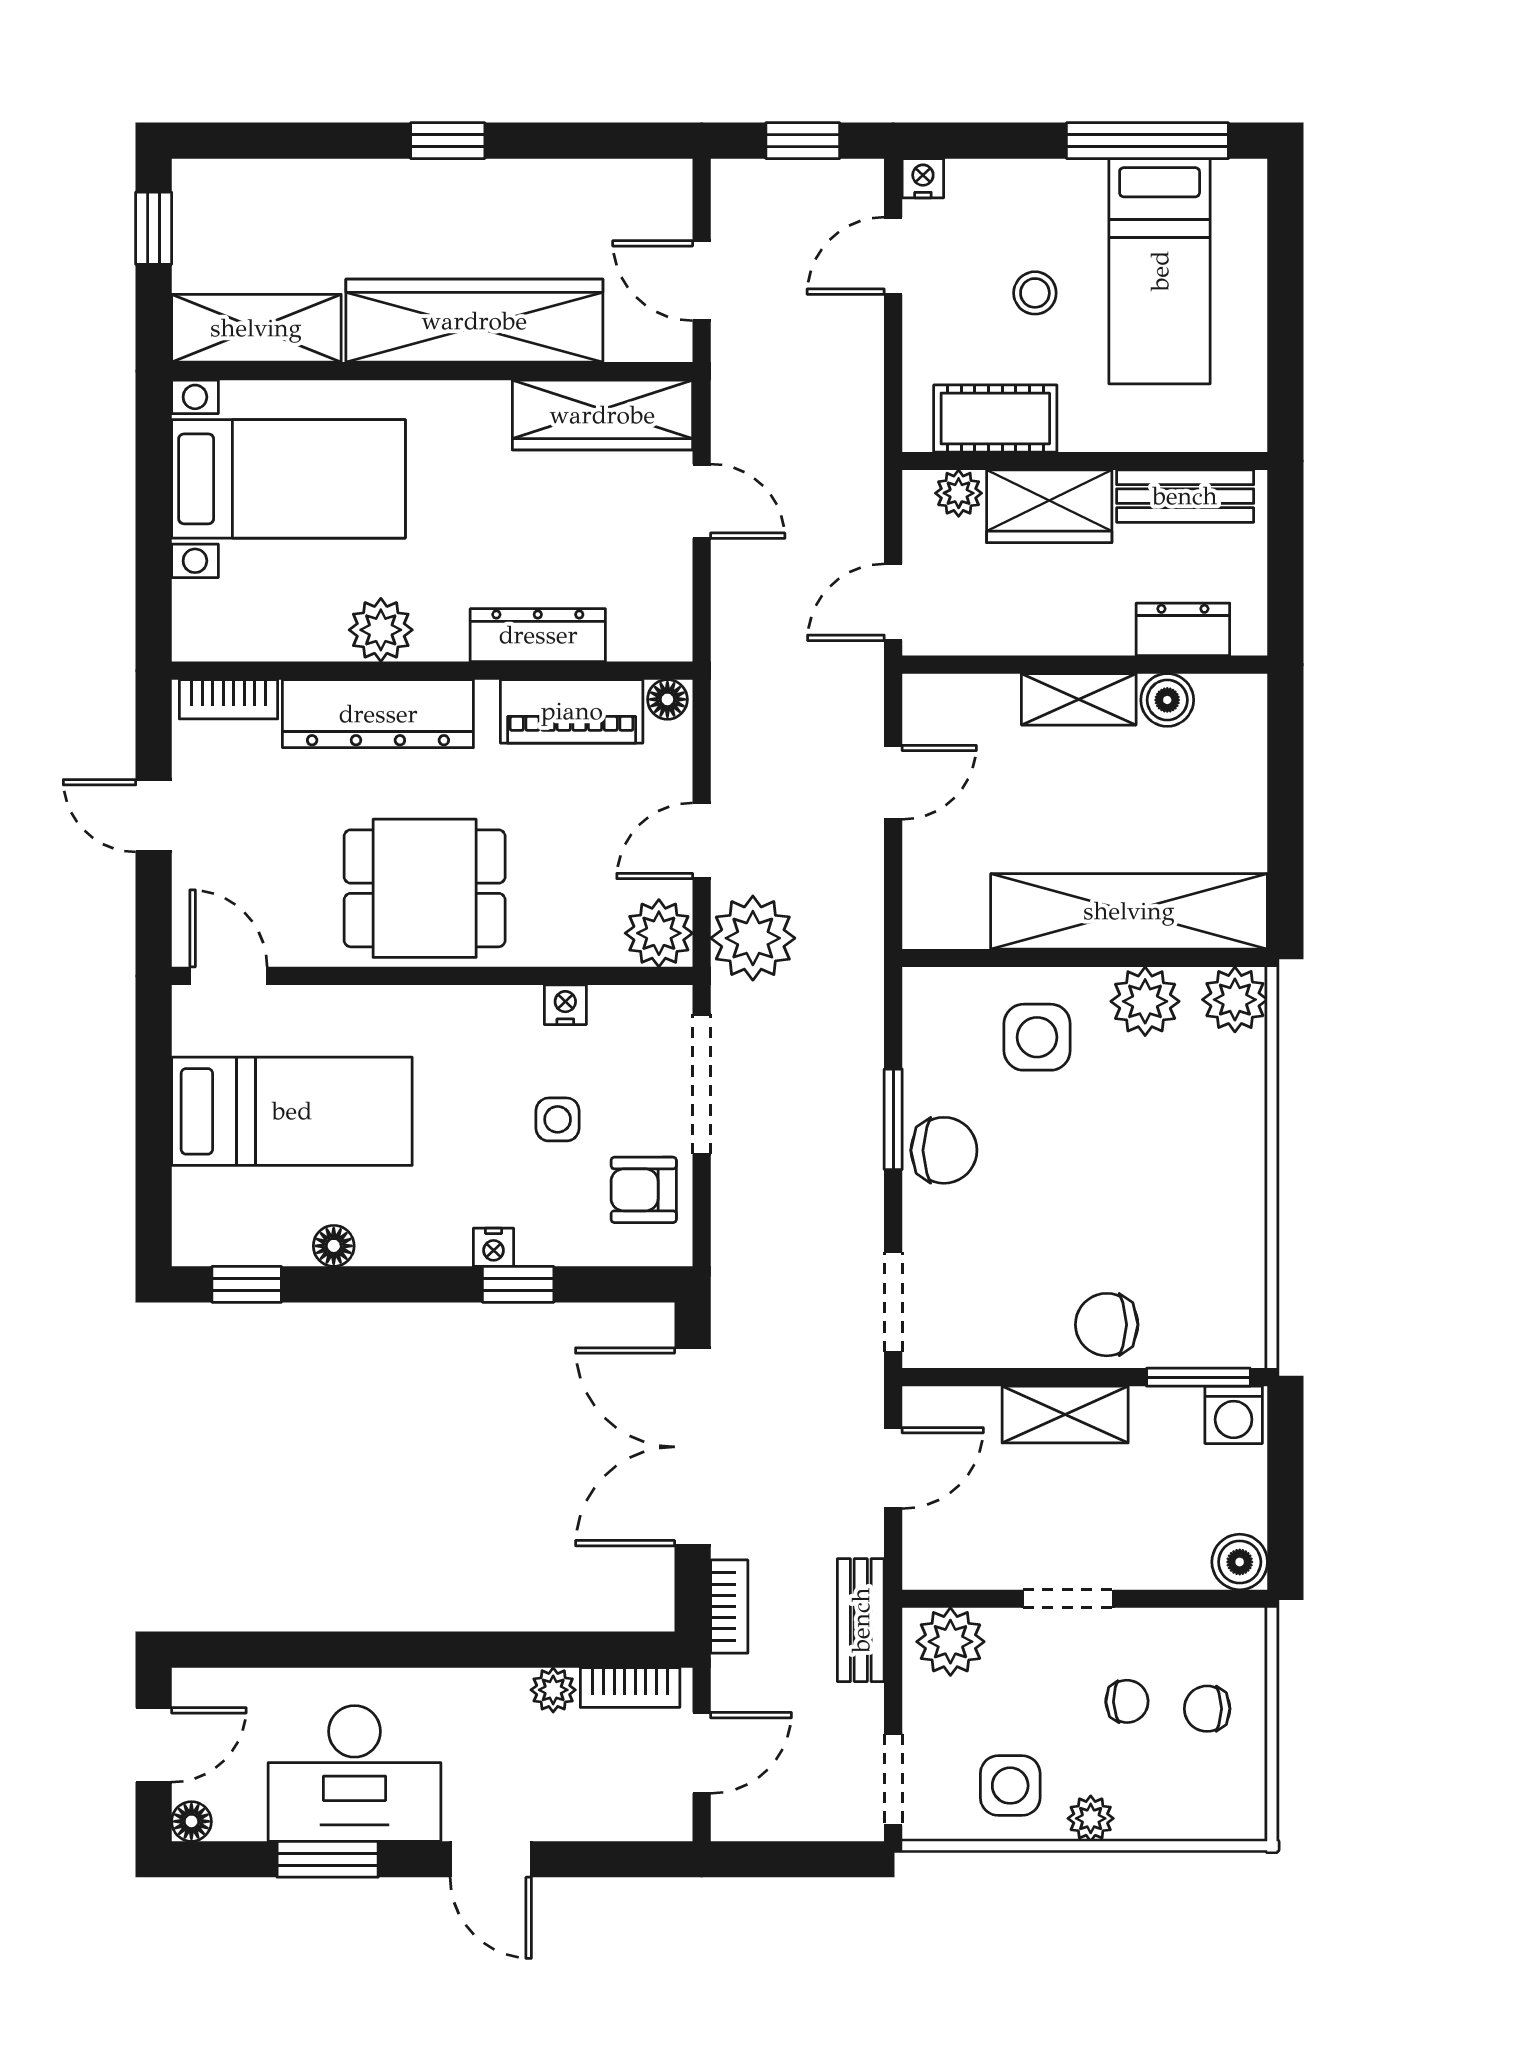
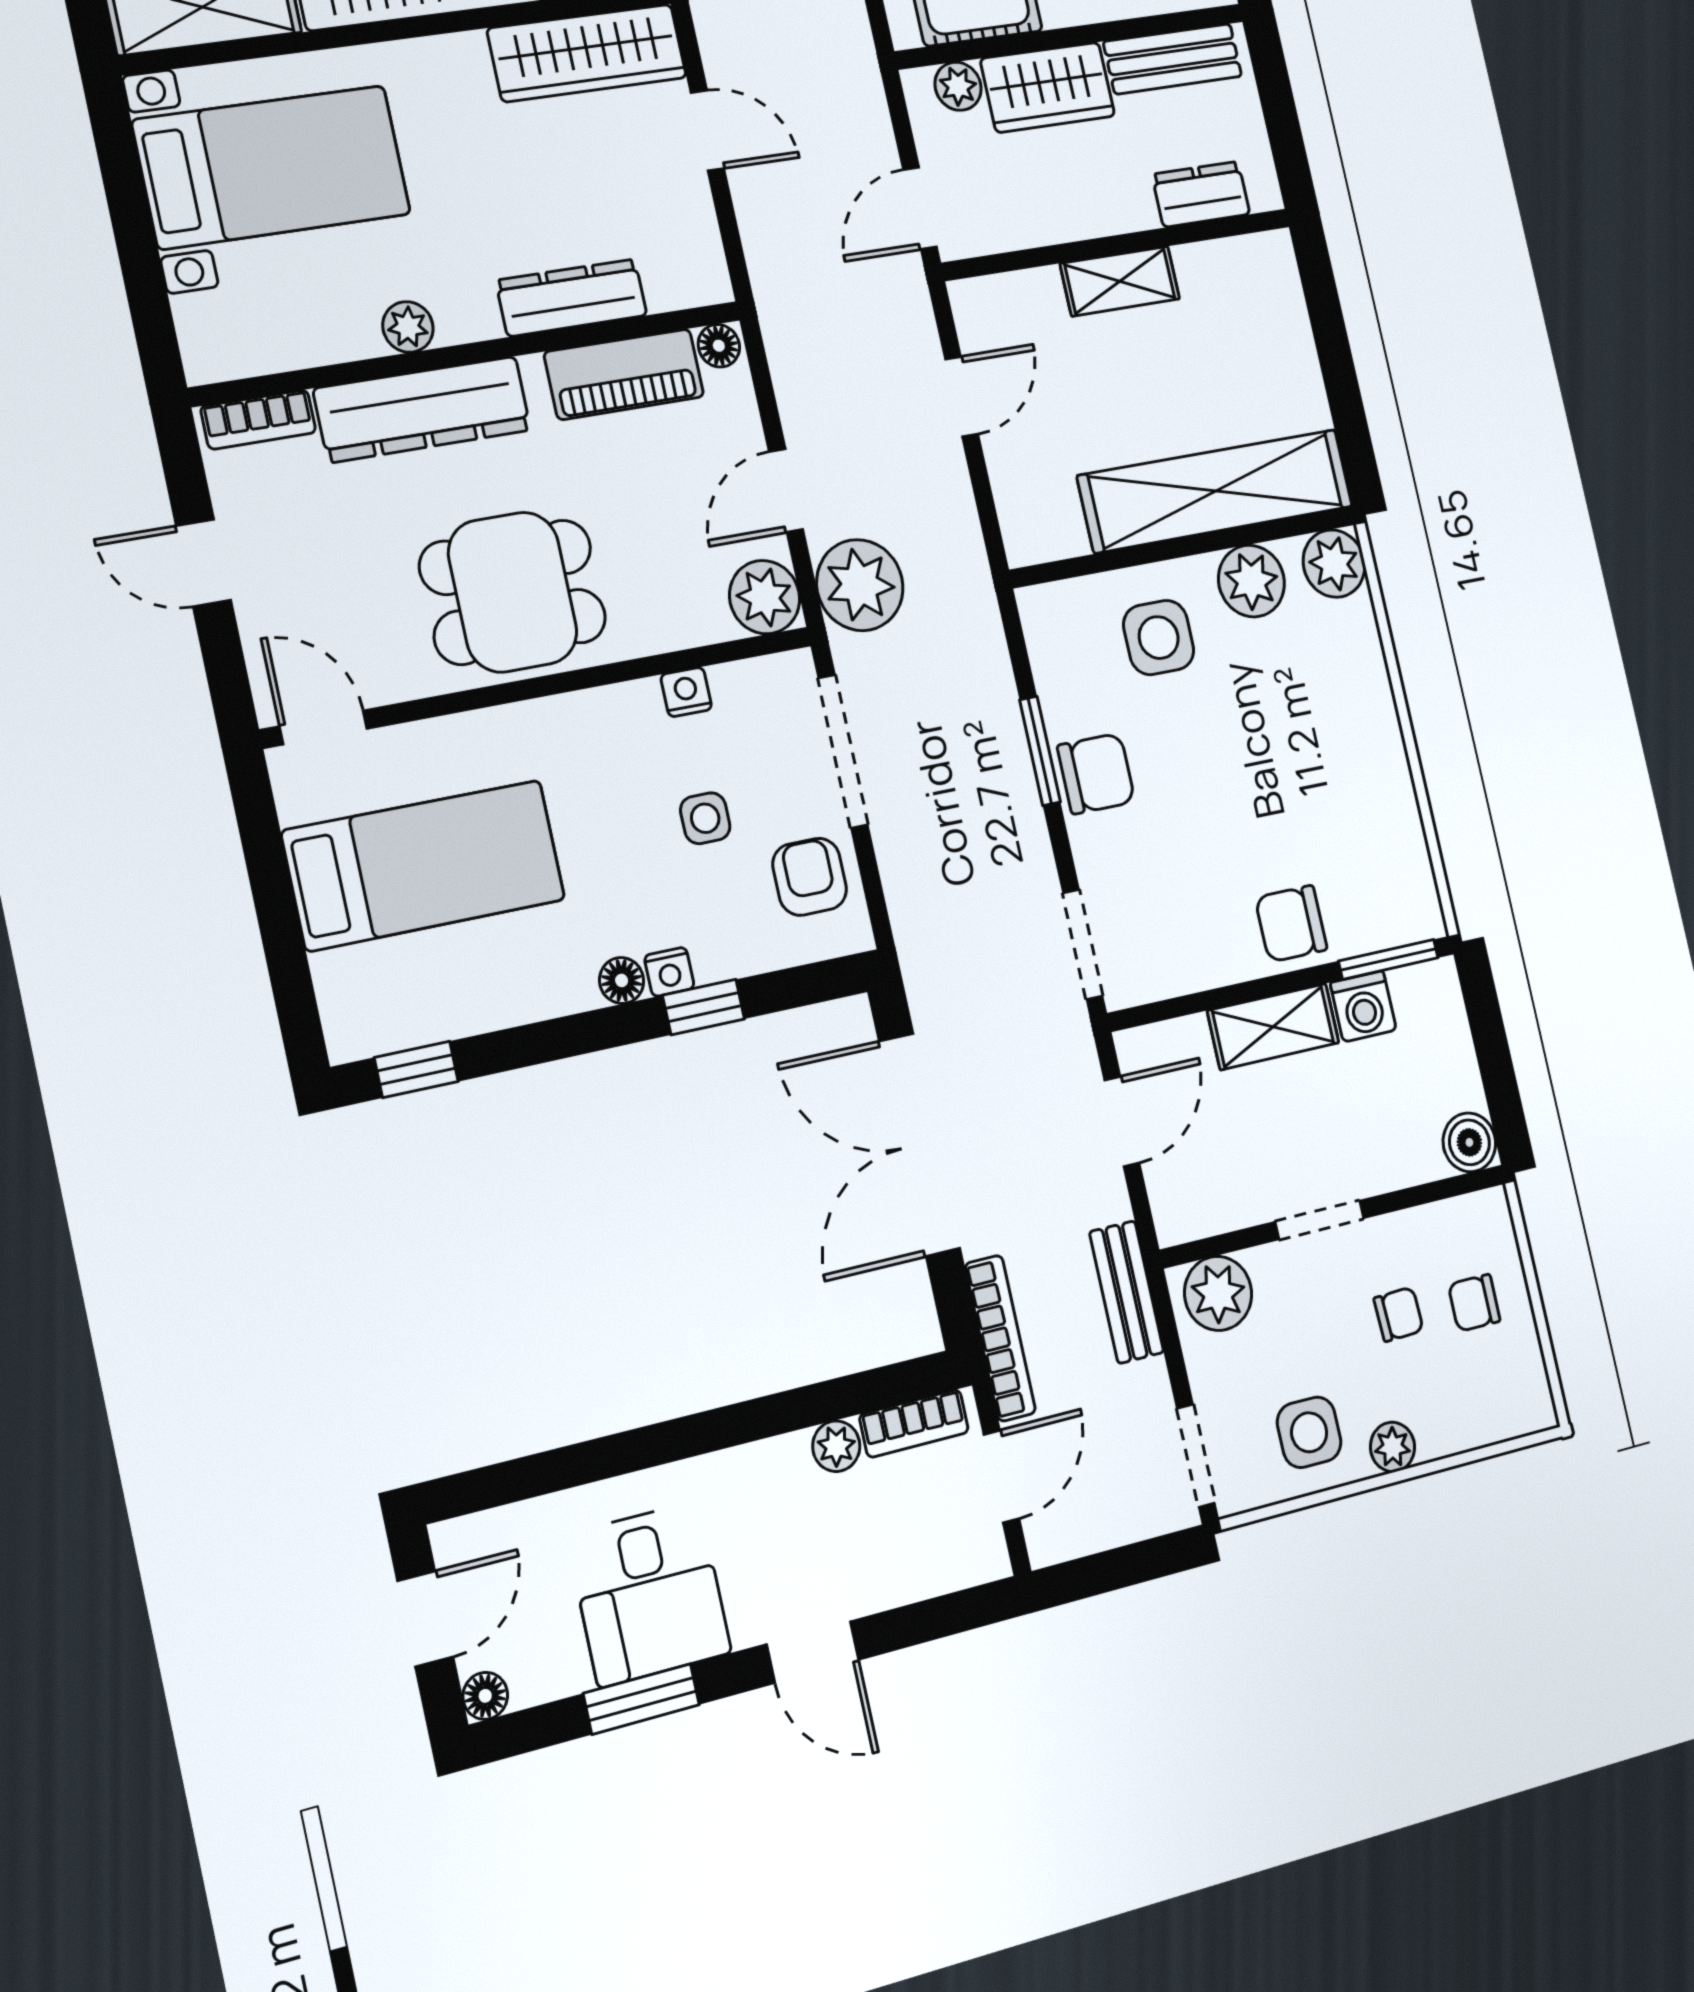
plant: (381, 630) -> (408, 327), width x0.73, depth x0.73
boiler: (1167, 700) -> (1203, 269), removed
armchair: (644, 1190) -> (810, 877), turned 90
floor lamp: (334, 1246) -> (622, 980), moved
washing machine: (1234, 1415) -> (1363, 1006), moved
bookcase: (729, 1607) -> (1000, 1338), width x1.56
desk: (355, 1773) -> (649, 1594), width x0.73

